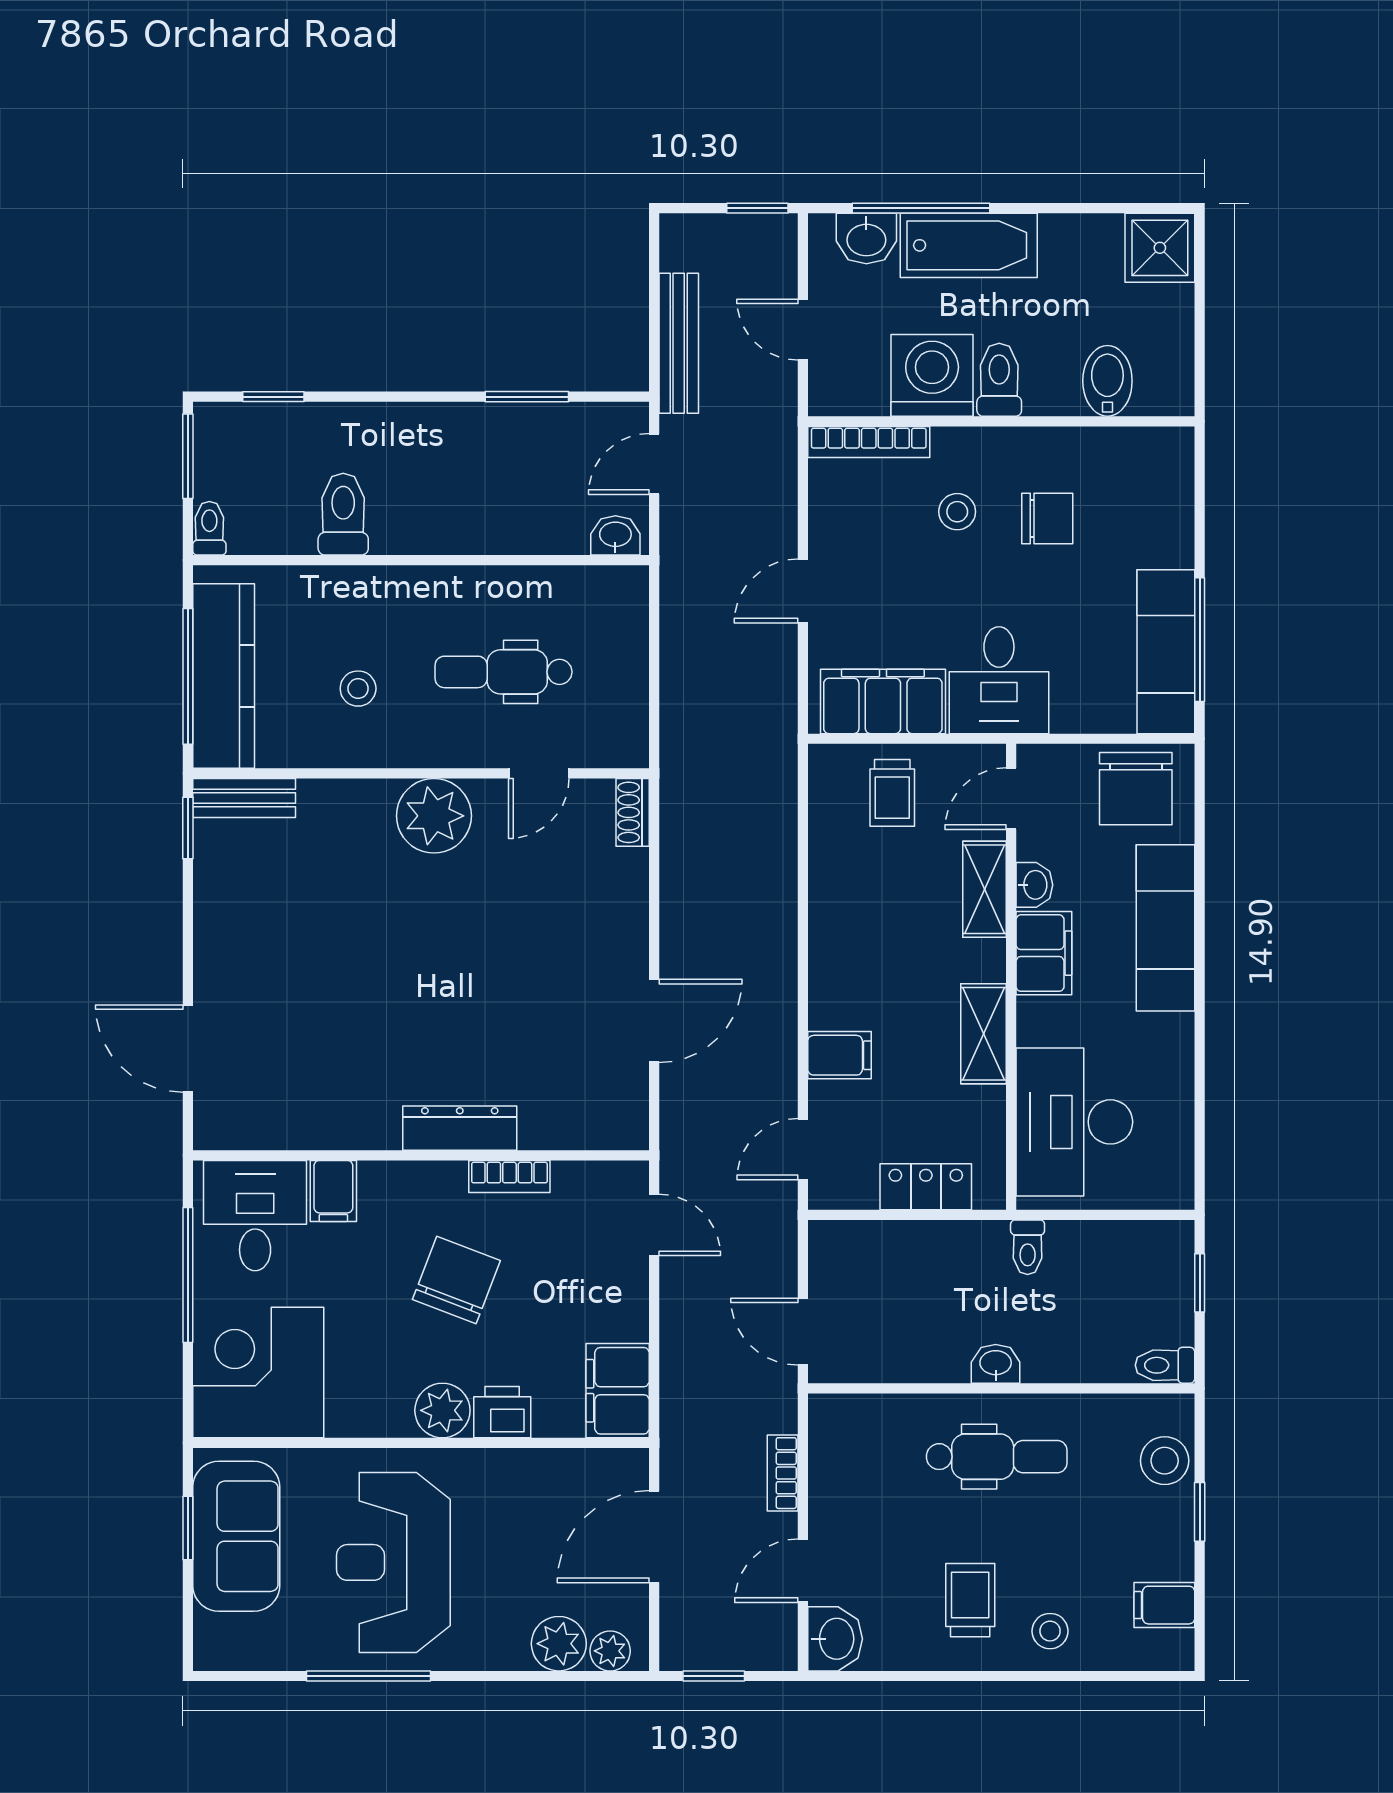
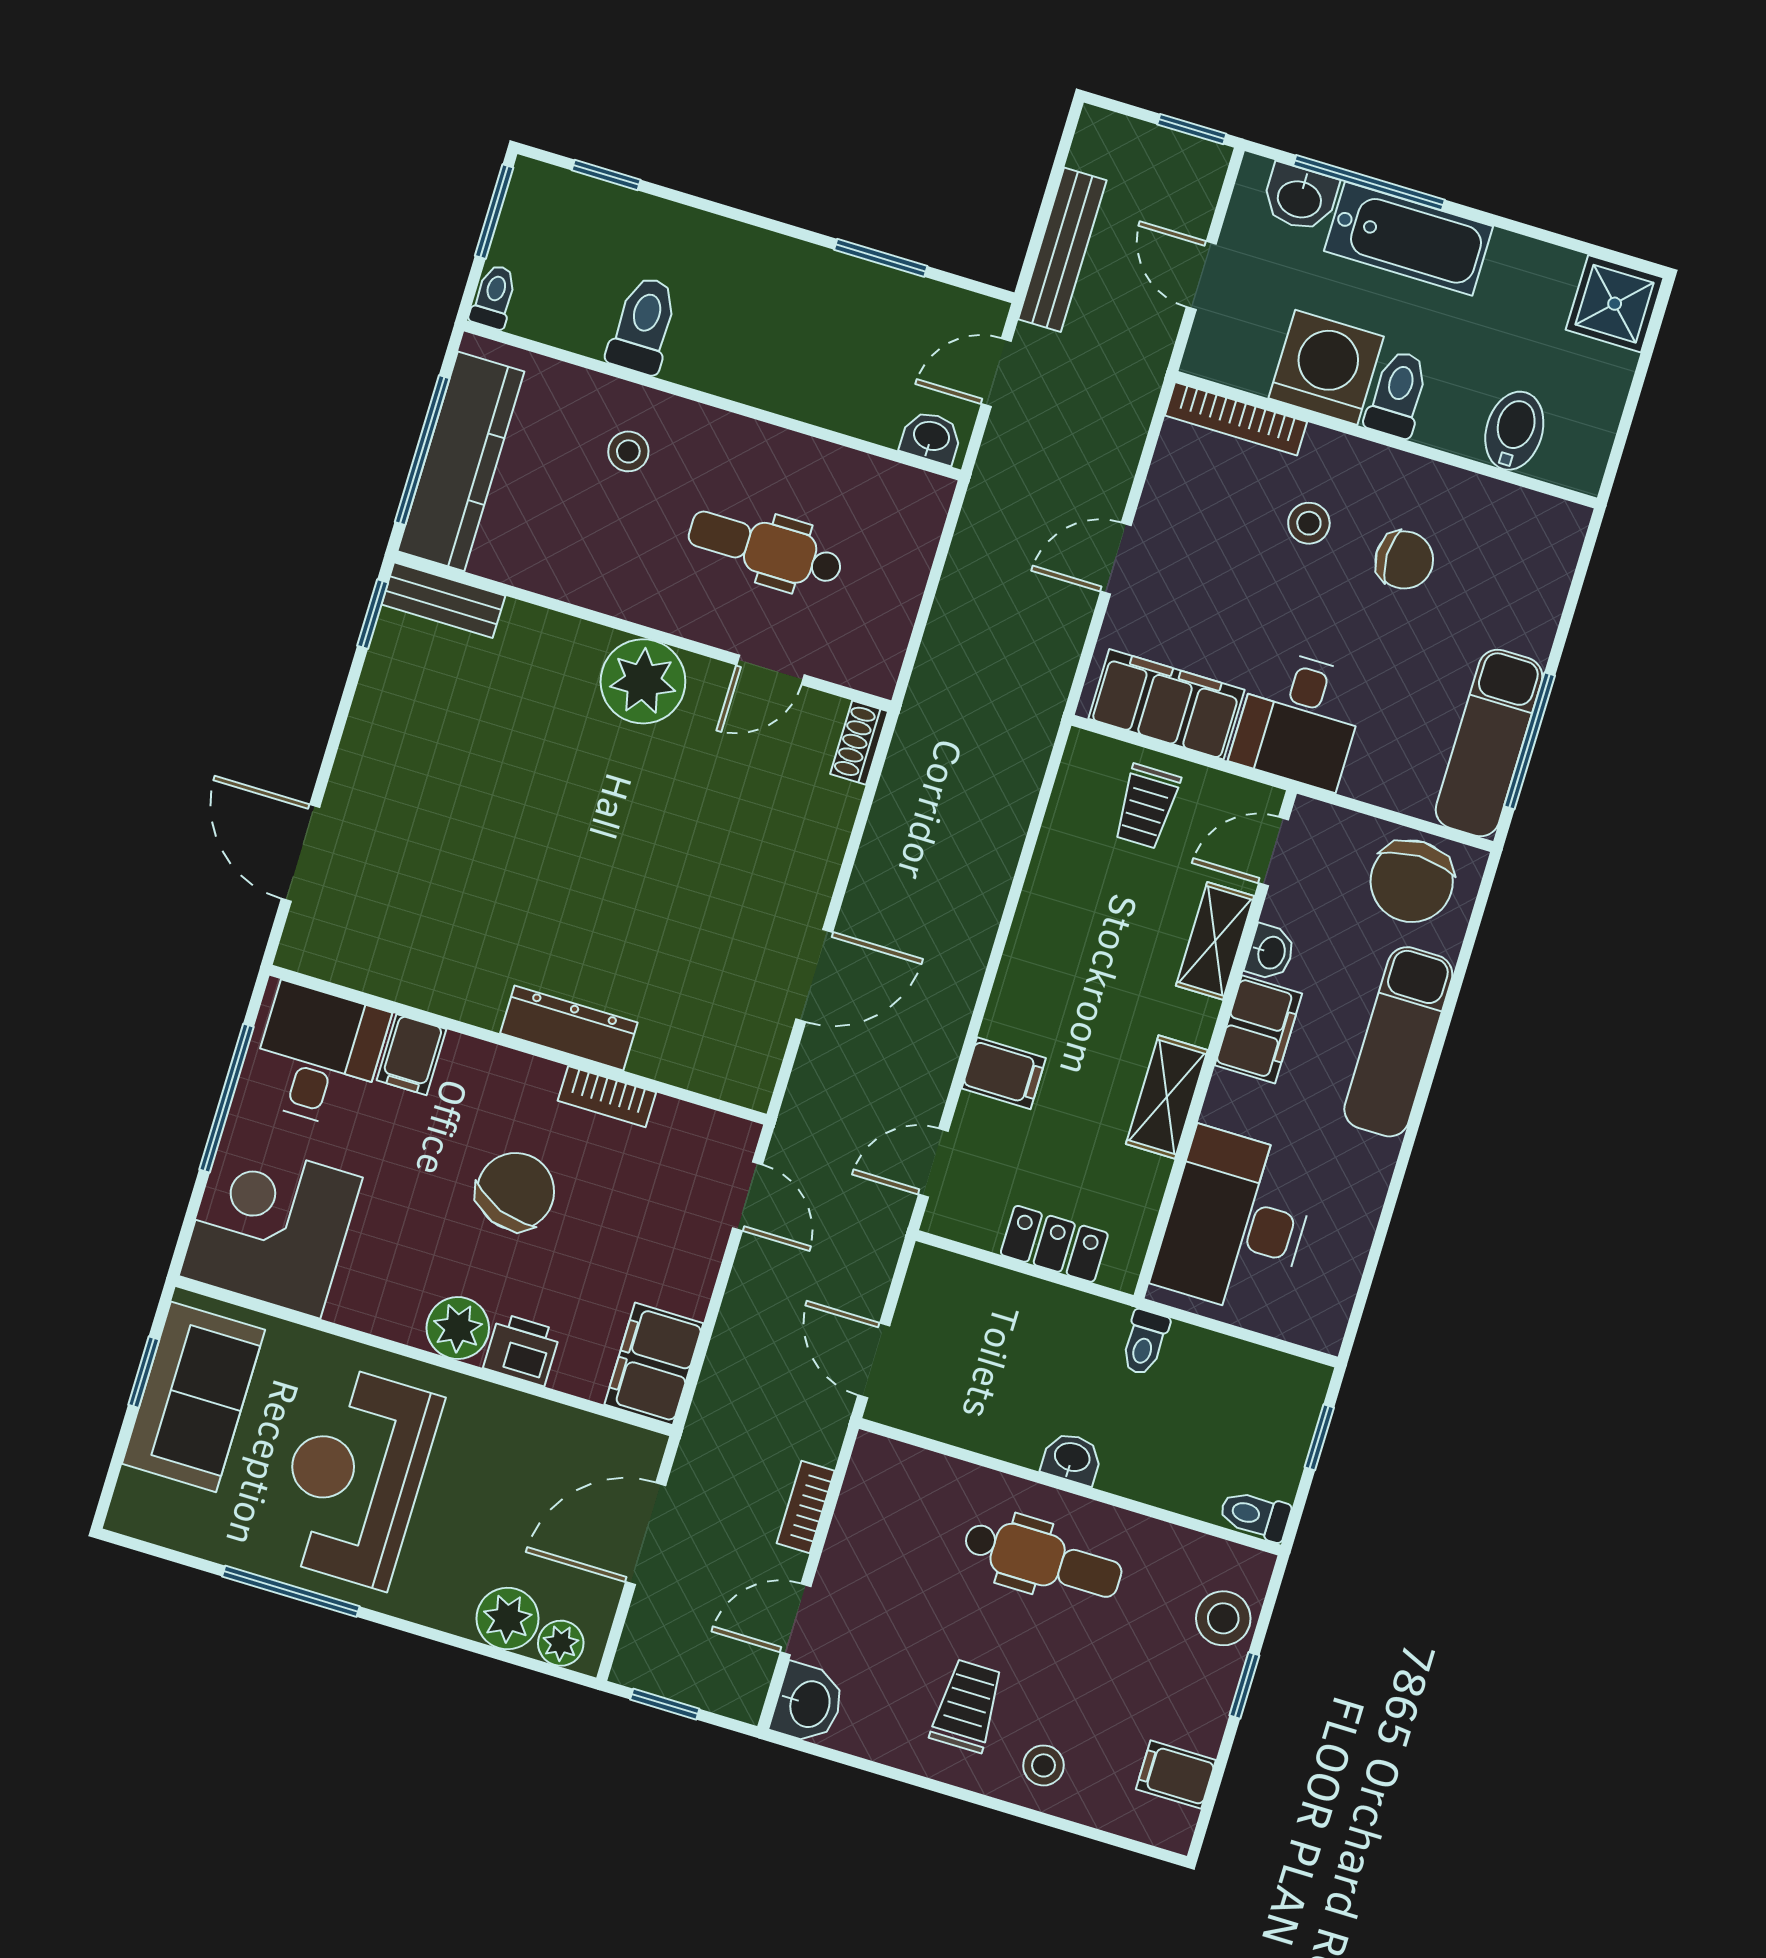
stool: (358, 689) -> (628, 451), moved

